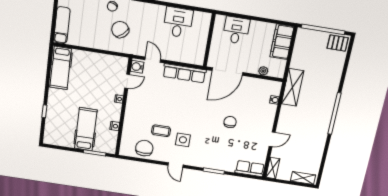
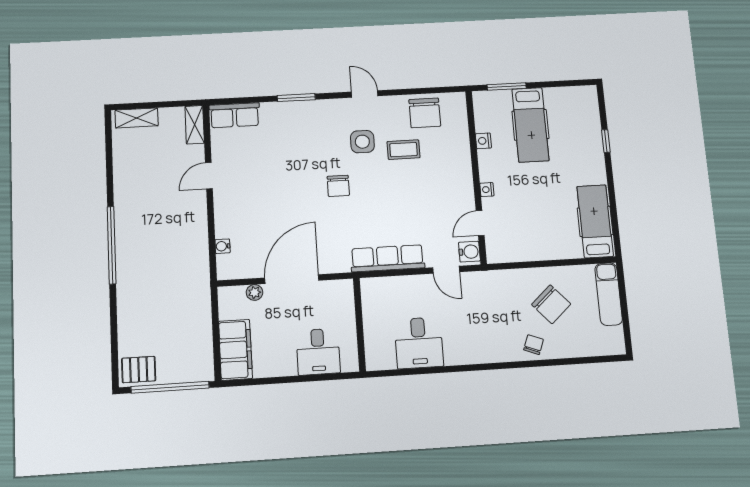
chair: (120, 30) -> (551, 304), moved
door: (227, 72) -> (292, 279), moved
shelving: (293, 87) -> (197, 275), removed
chair: (230, 122) -> (338, 186), moved

